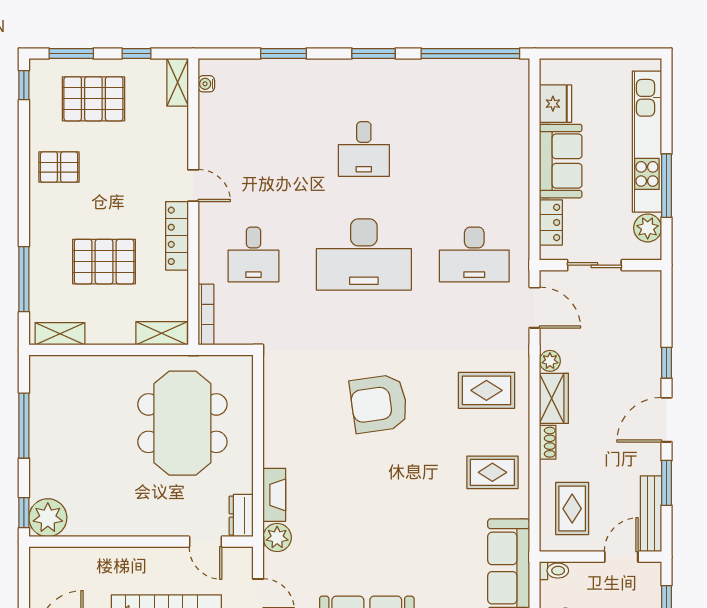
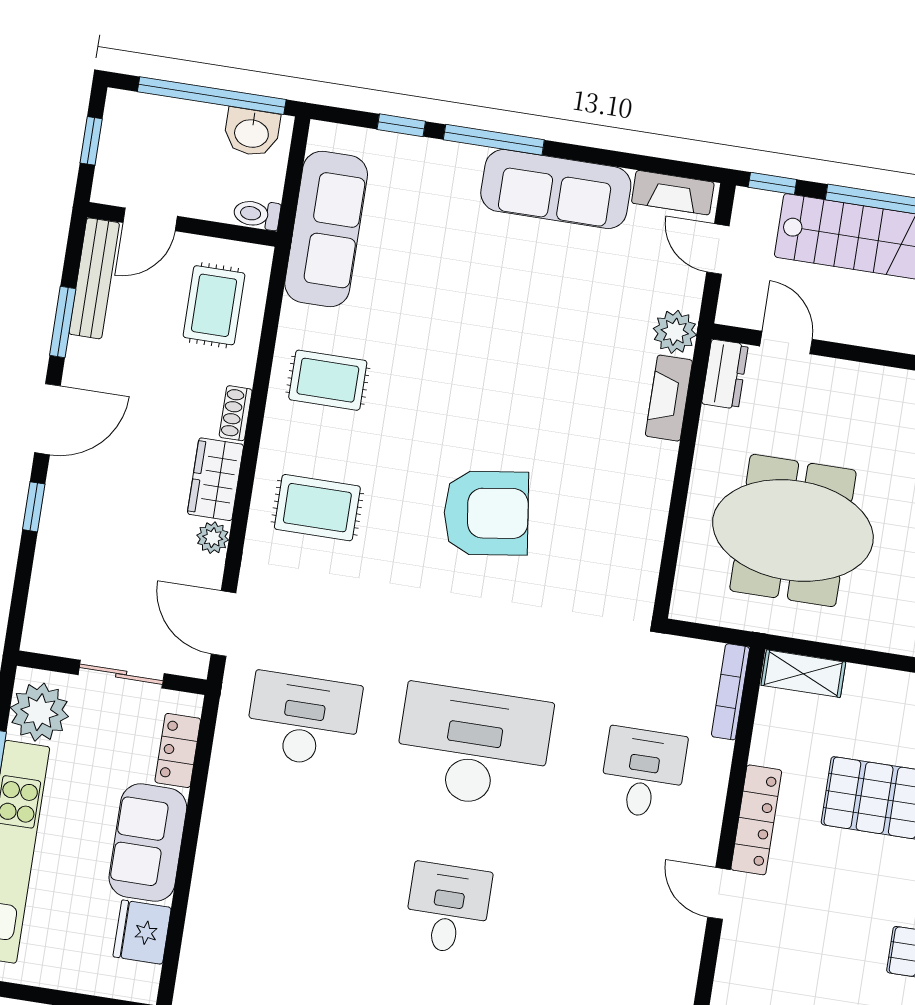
plant: (648, 228) -> (39, 712), width x1.36, depth x1.36
meeting table: (182, 423) -> (793, 530), turned 90

